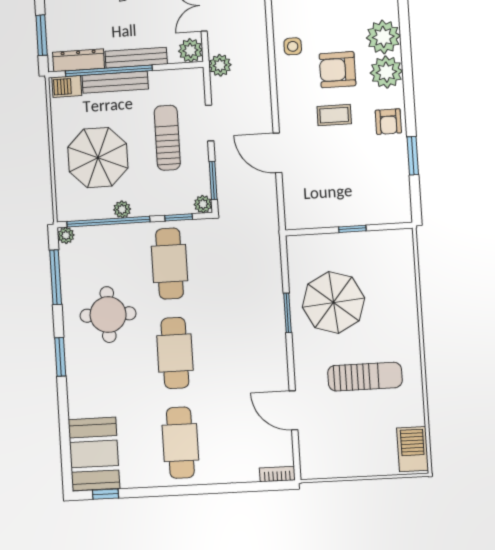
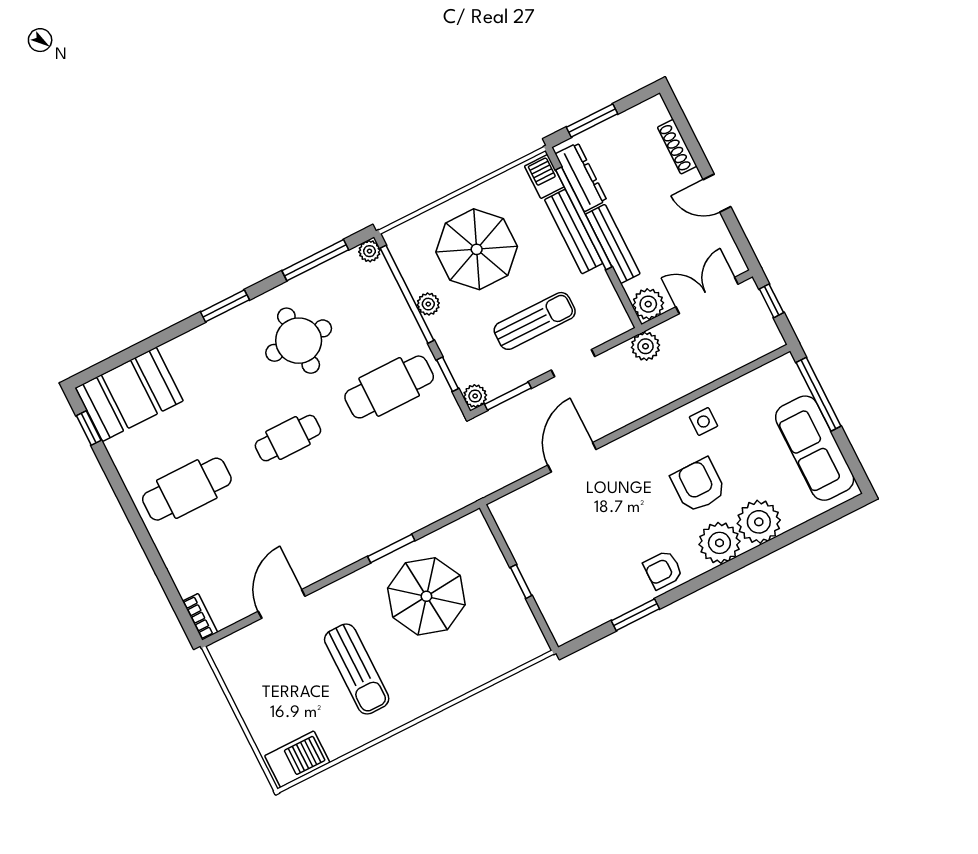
coffee table: (334, 115) -> (644, 504), removed
cafe table: (175, 353) -> (288, 438), width x0.73, depth x0.74

